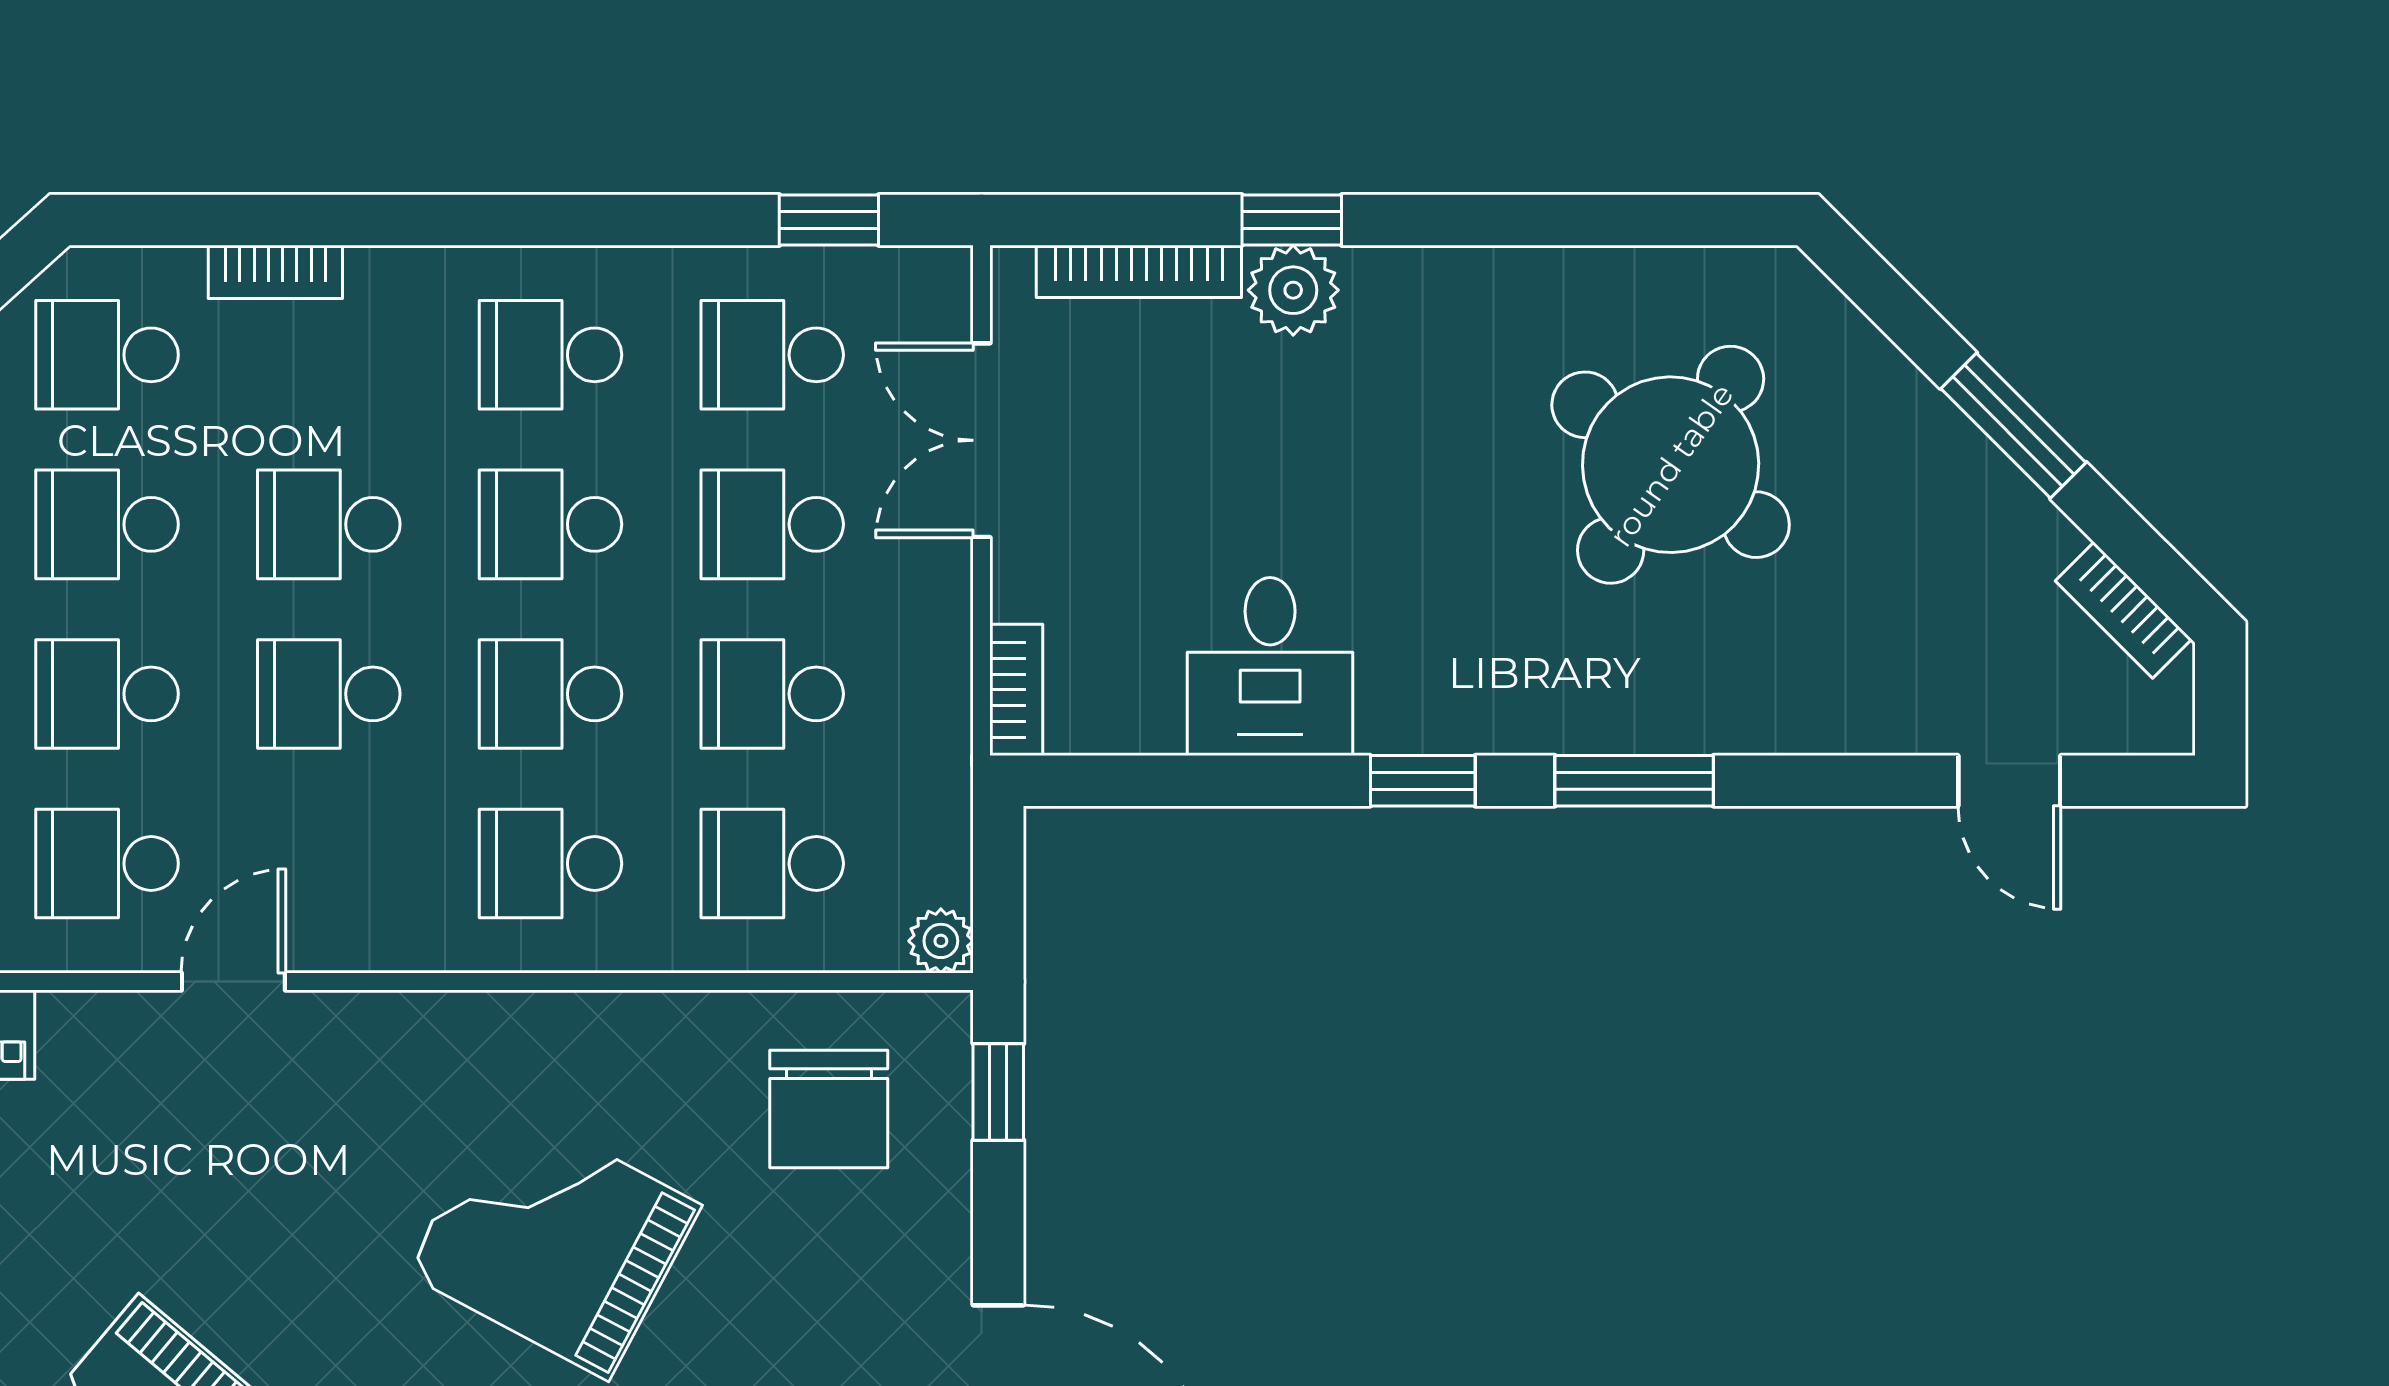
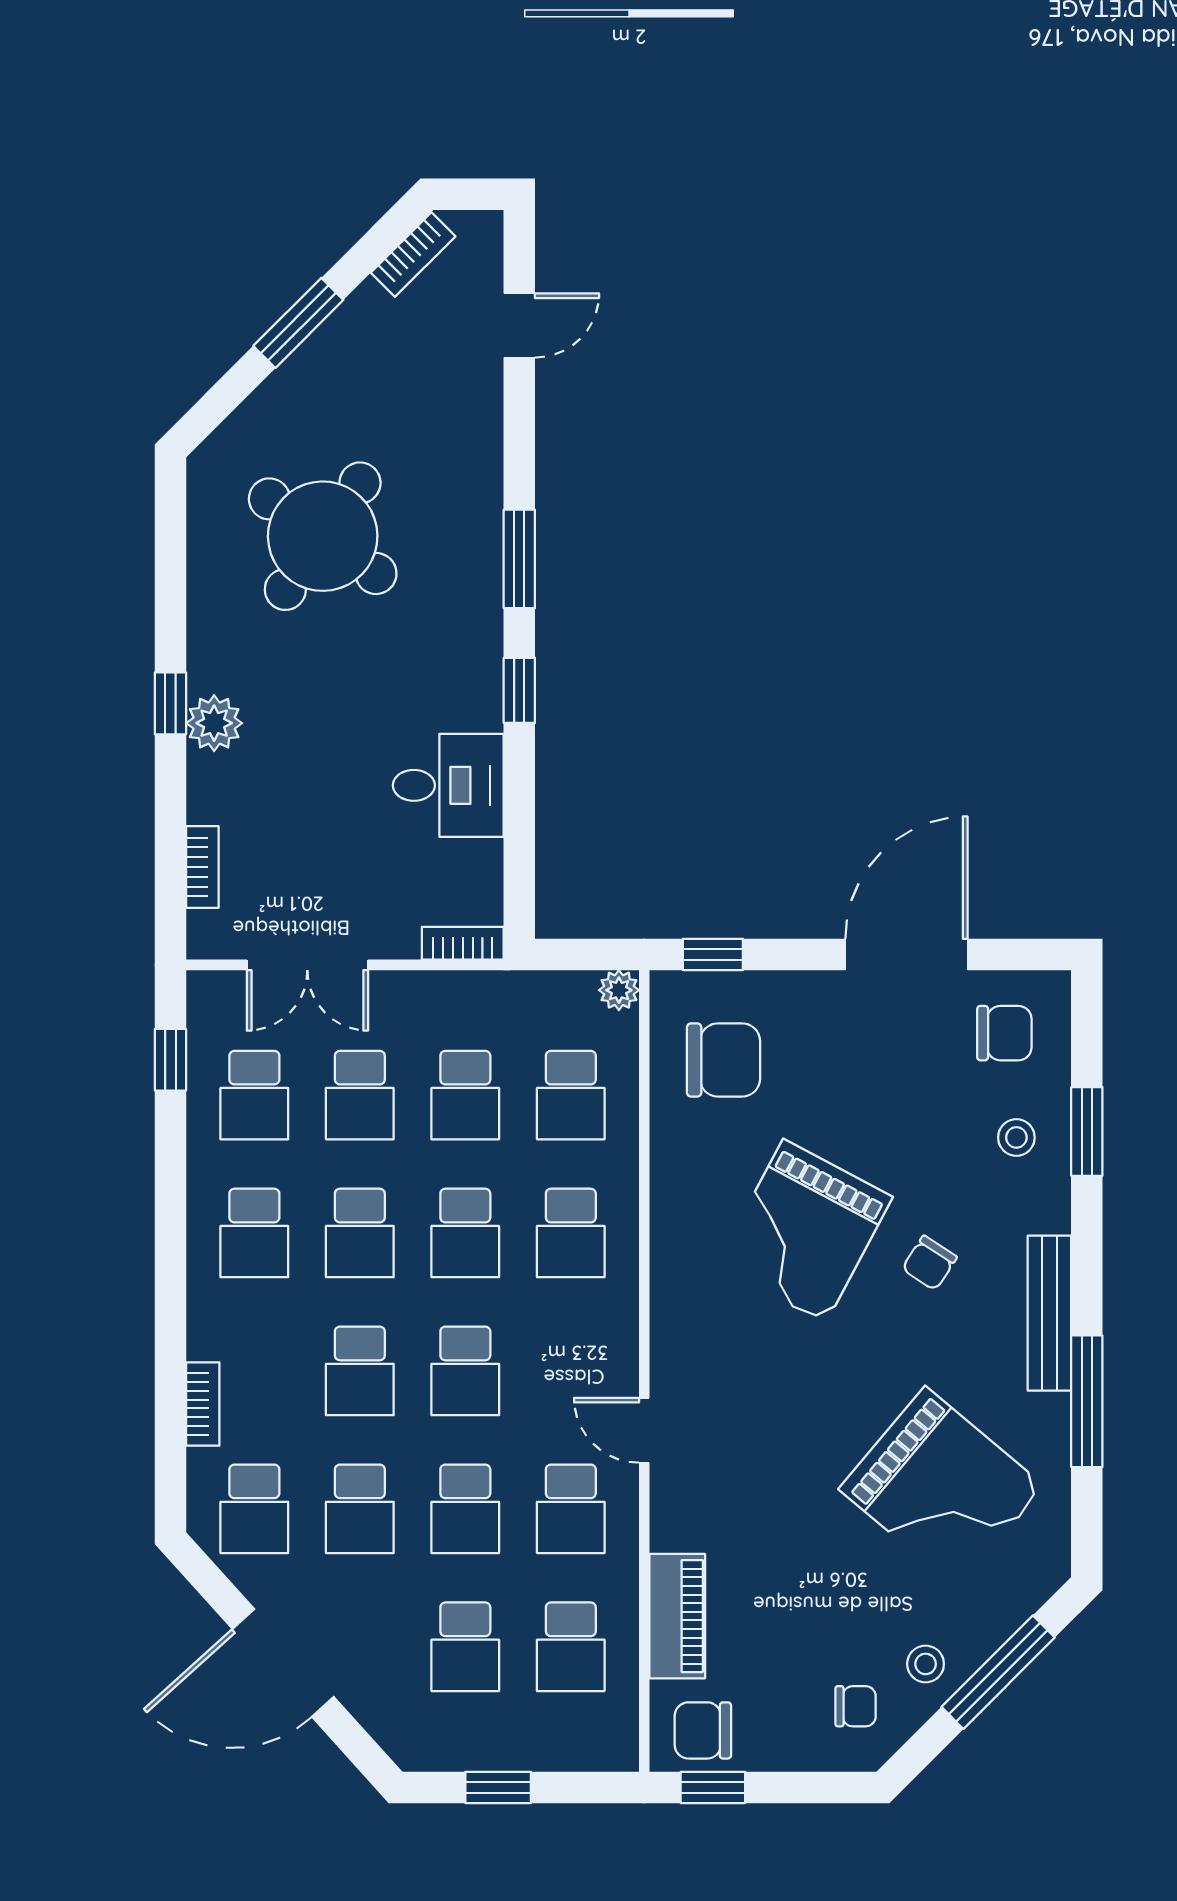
window: (1292, 220) -> (170, 703), moved
bookcase: (1139, 271) -> (202, 867), width x0.64
plant: (1293, 290) -> (214, 723), moved

